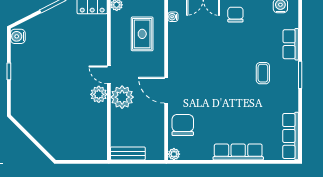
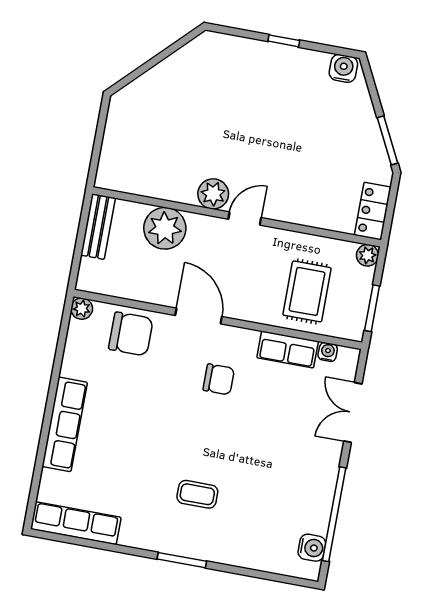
chair: (235, 15) -> (219, 379), moved
rug: (142, 34) -> (307, 291), turned 90
row of seats: (291, 44) -> (288, 350), moved, turned 180
door: (166, 90) -> (199, 316), hinge flipped
plant: (122, 97) -> (165, 228), moved

